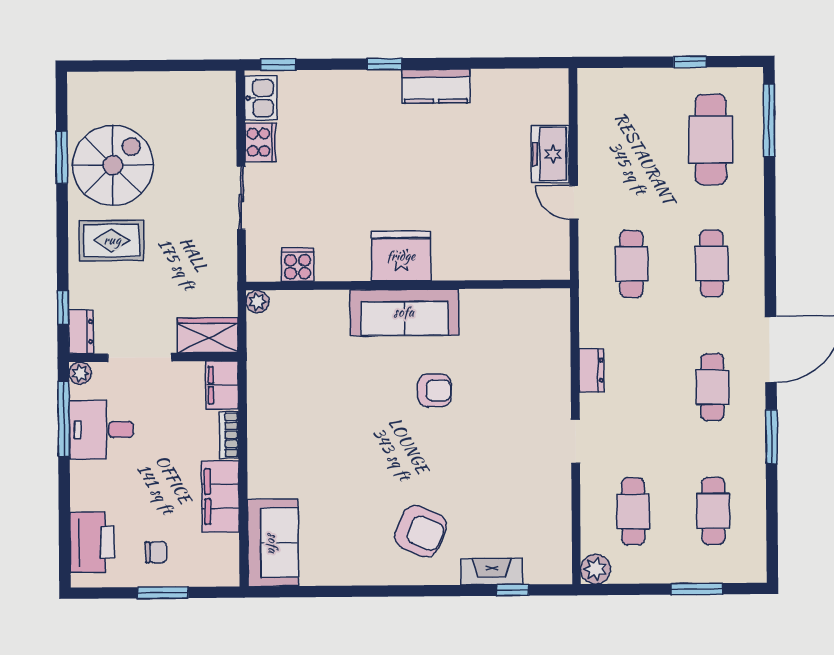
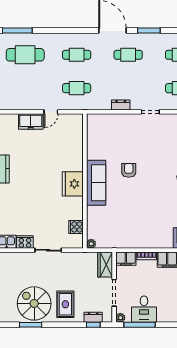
dresser: (81, 332) -> (93, 317), moved

